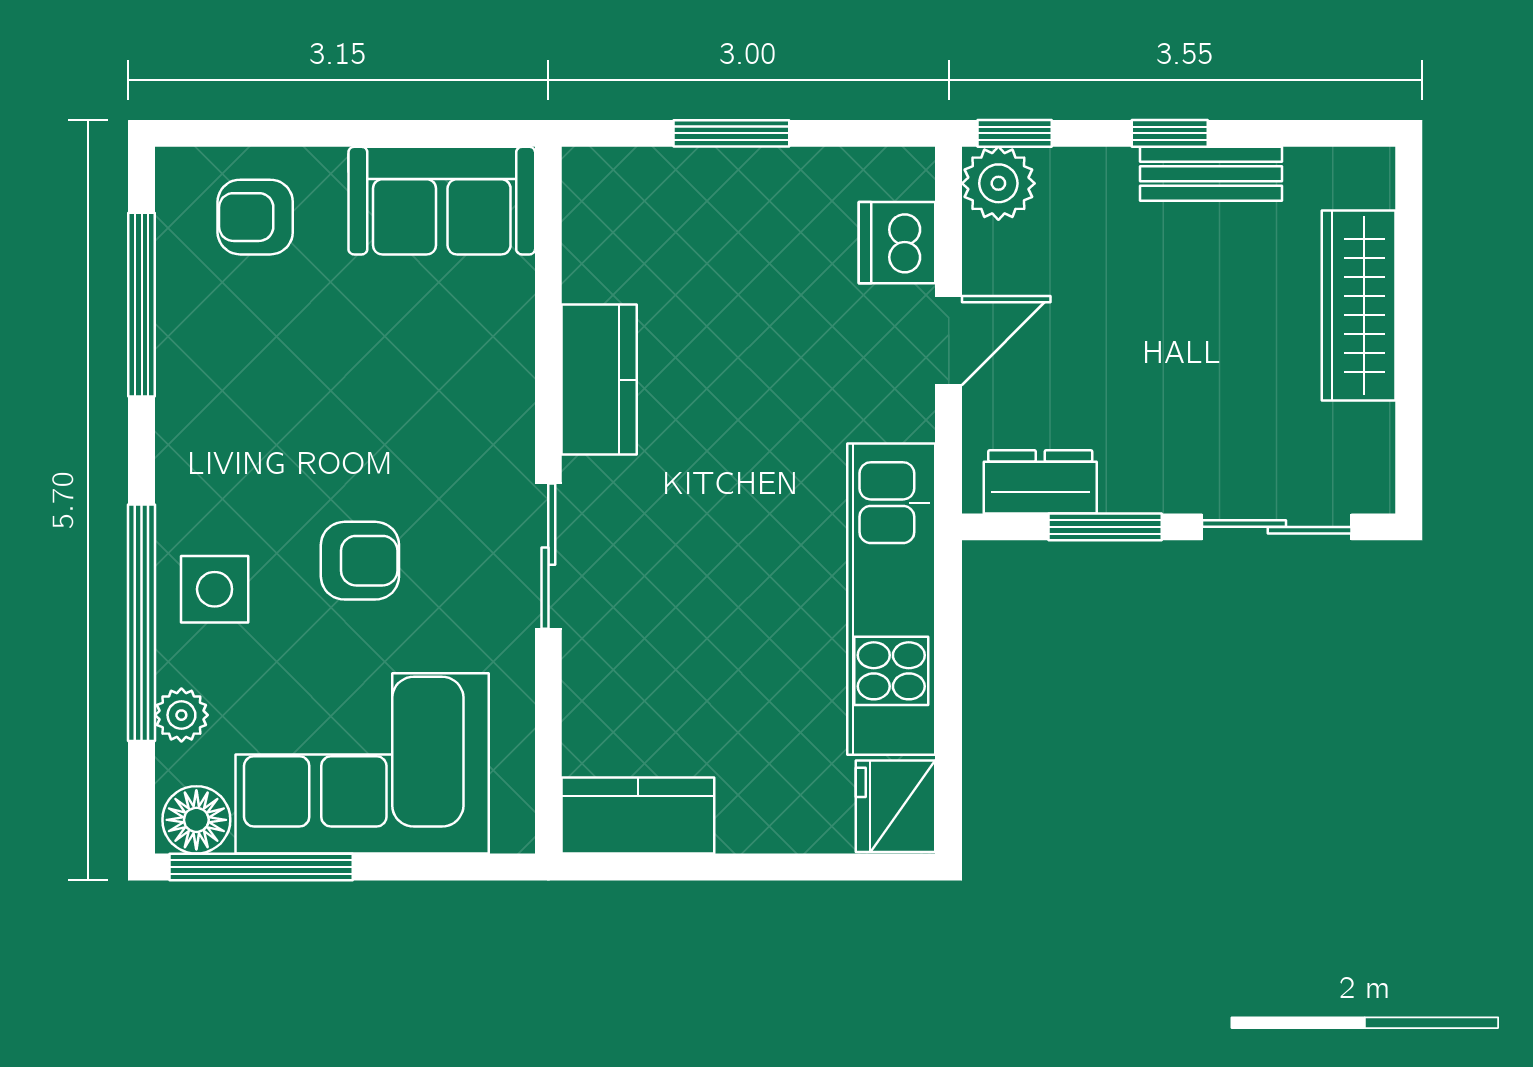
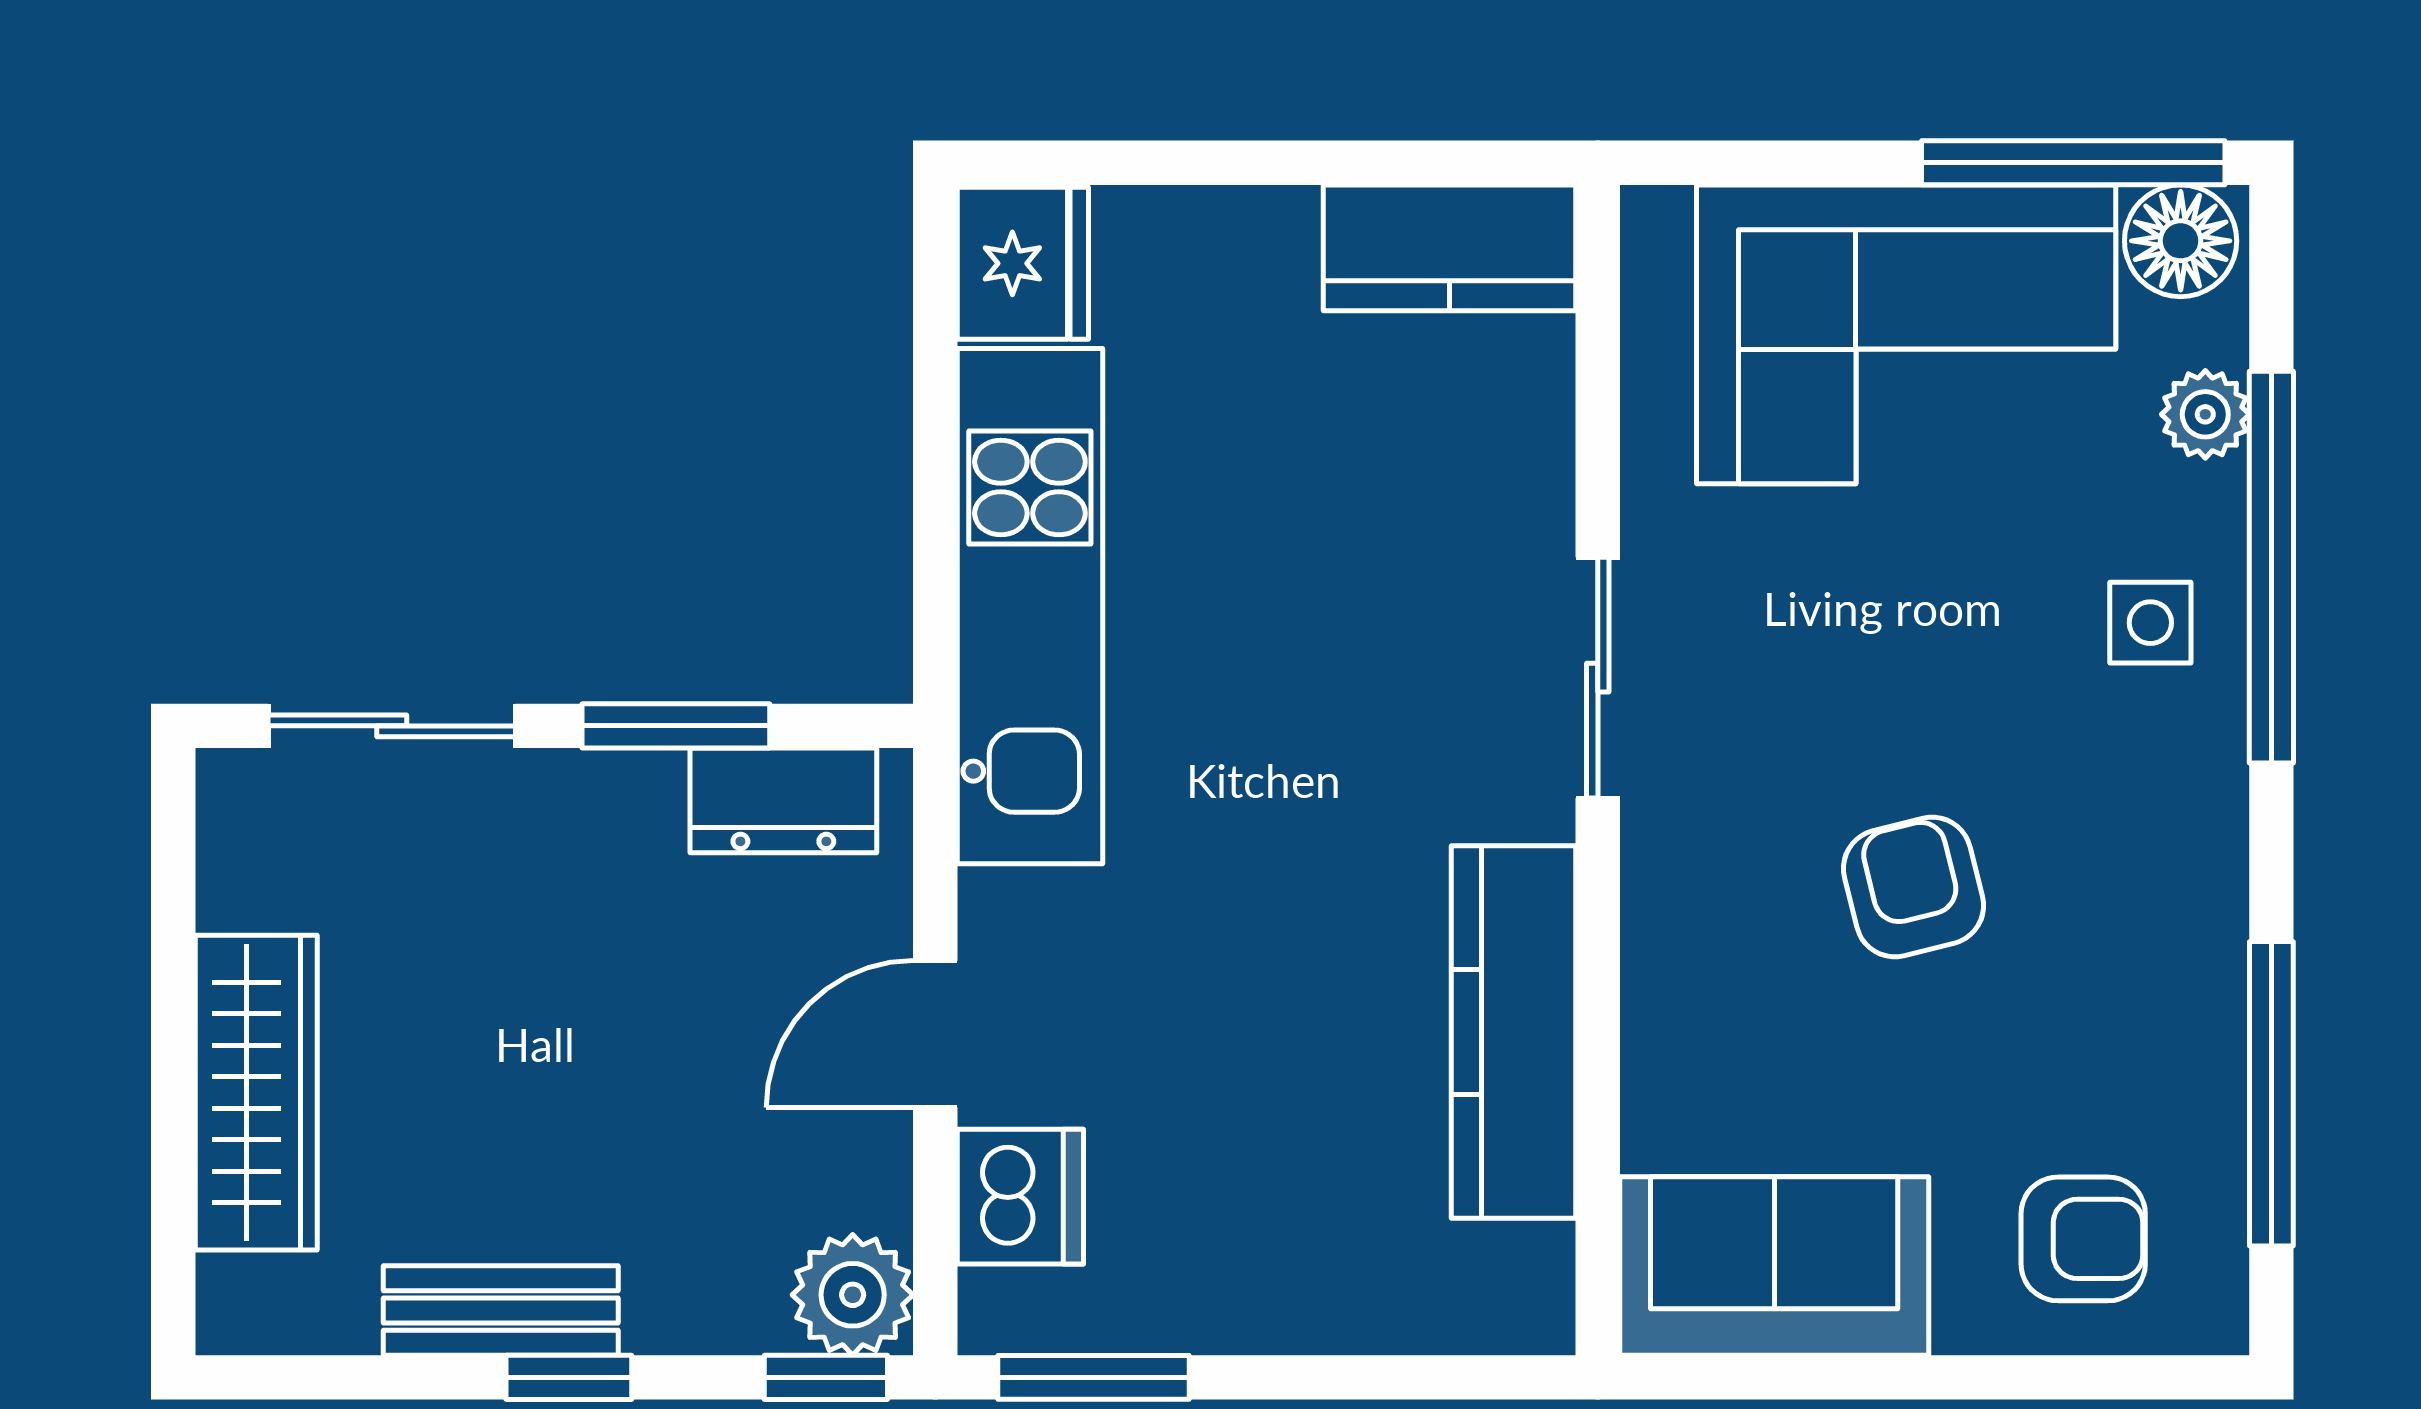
window: (731, 133) -> (1094, 1377), moved
kitchen counter: (599, 380) -> (1514, 1032), width x1.50
armchair: (360, 561) -> (1914, 887), moved, turned 76
side table: (215, 589) -> (2150, 623), width x0.73, depth x0.73

